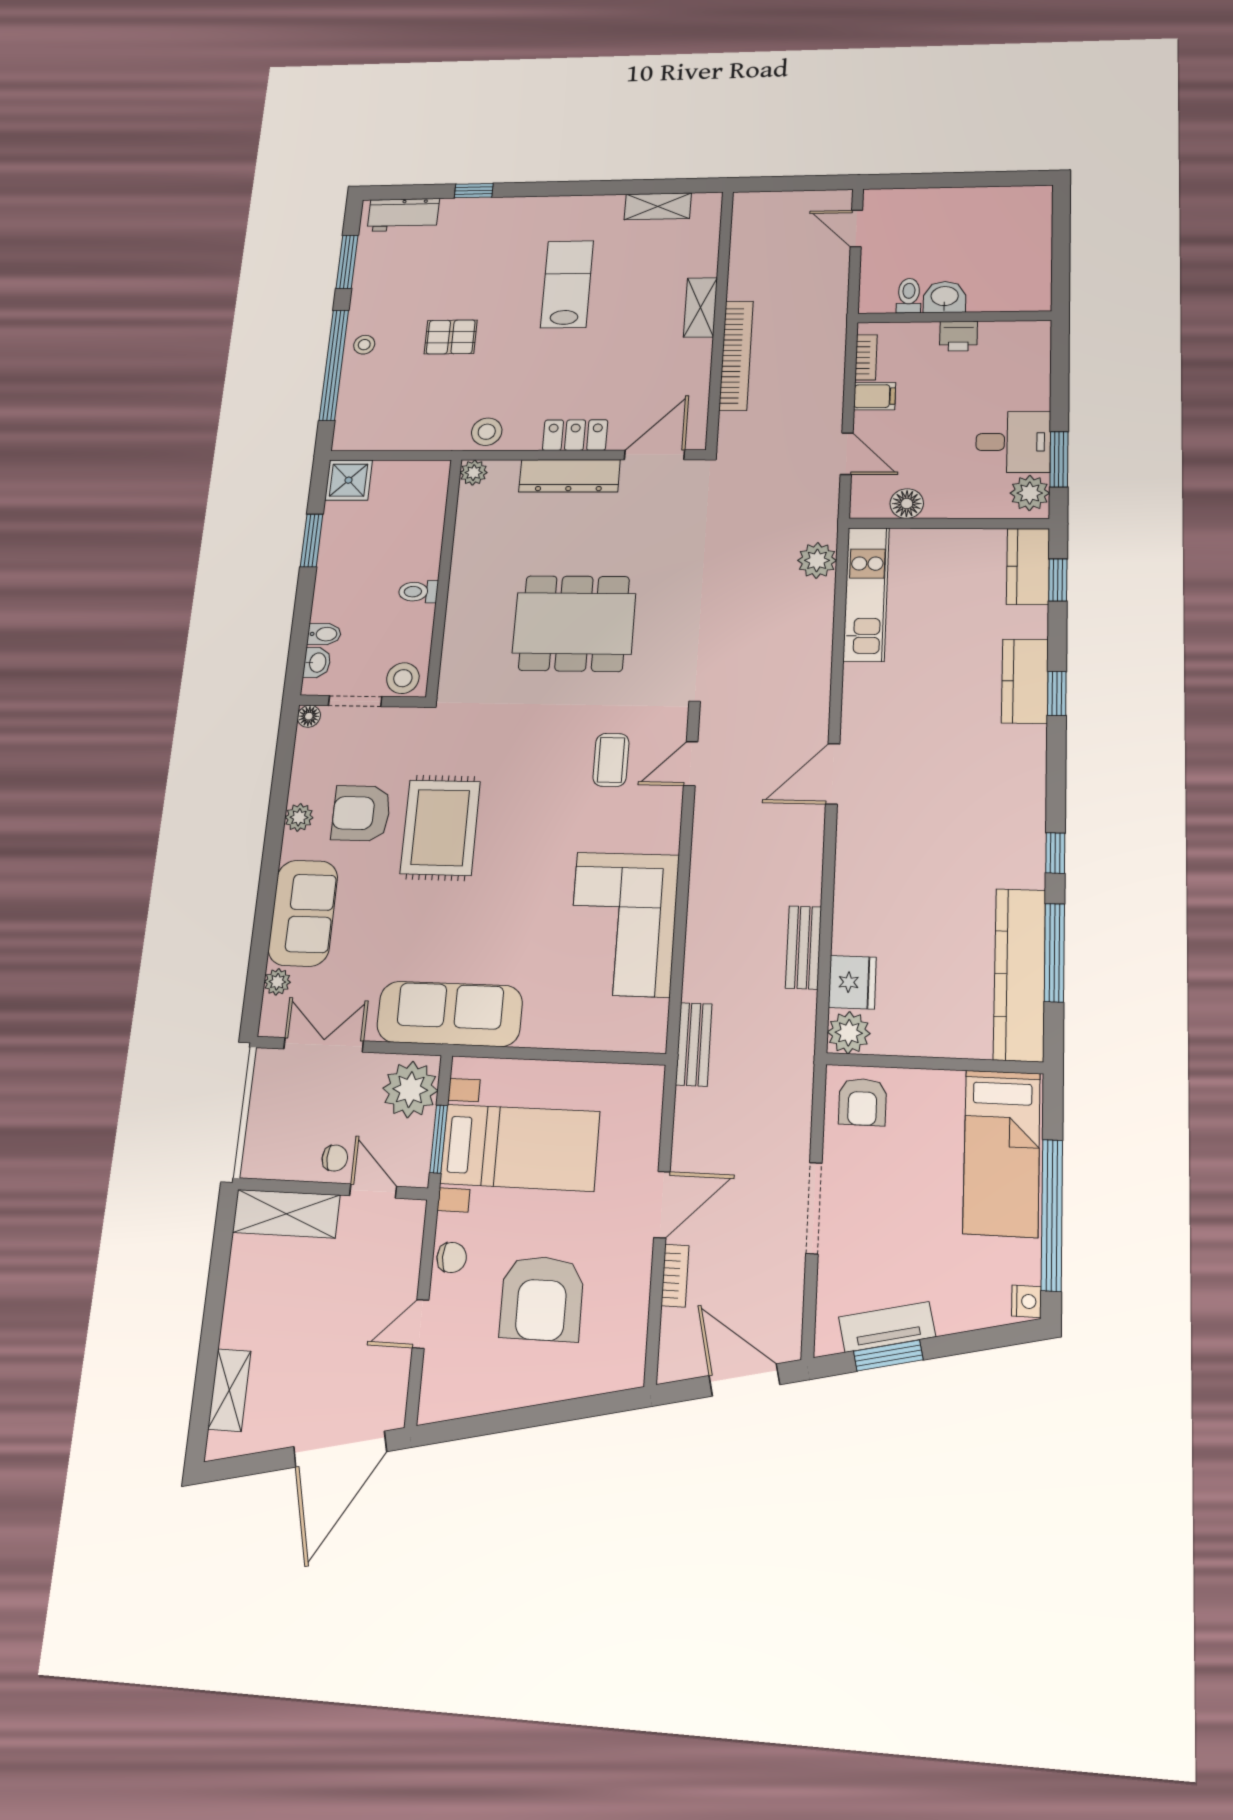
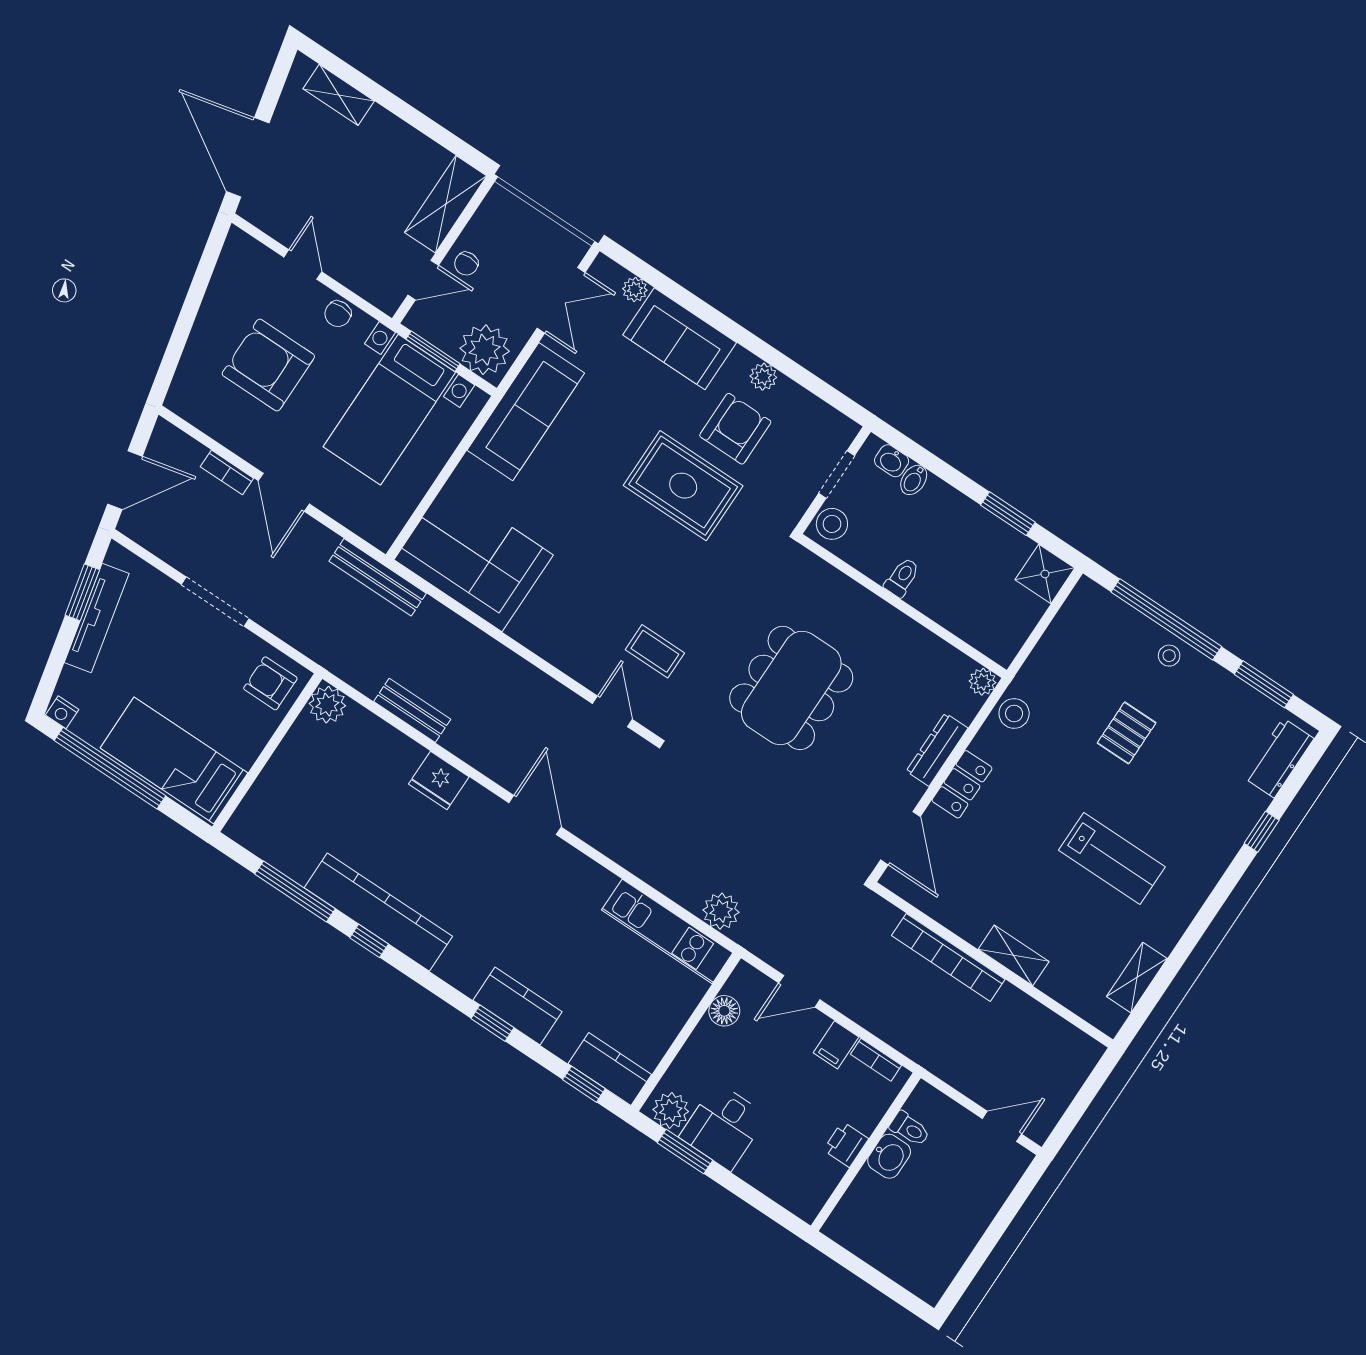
dresser: (569, 476) -> (937, 750), width x0.73, depth x0.80
floor lamp: (309, 716) -> (847, 430), removed
corner sofa: (623, 924) -> (474, 557), moved
kitchen counter: (1020, 974) -> (378, 912), moved
fridge: (852, 982) -> (439, 780), moved
bench: (694, 1044) -> (378, 577), width x1.36
tv unit: (887, 1327) -> (97, 618), width x1.41

